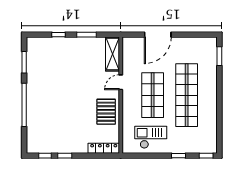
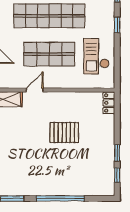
door: (121, 82) -> (35, 90), swing flipped
pallet: (106, 112) -> (64, 133), moved
locker: (104, 148) -> (109, 103), width x0.66

